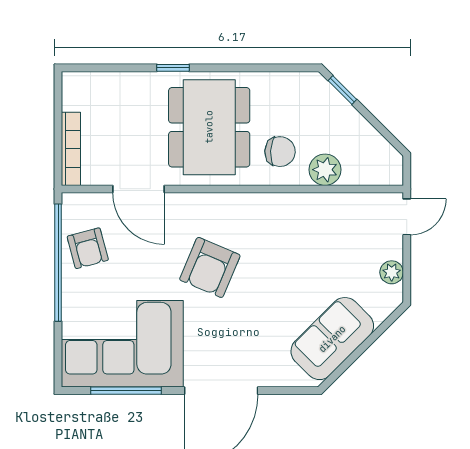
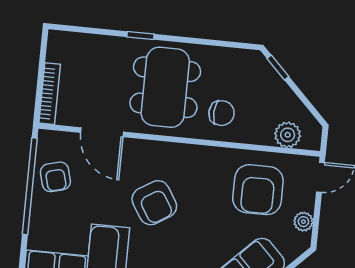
plant: (325, 170) -> (288, 135), moved
armchair: (333, 239) -> (258, 190), added
armchair: (210, 267) -> (154, 203), turned -55

